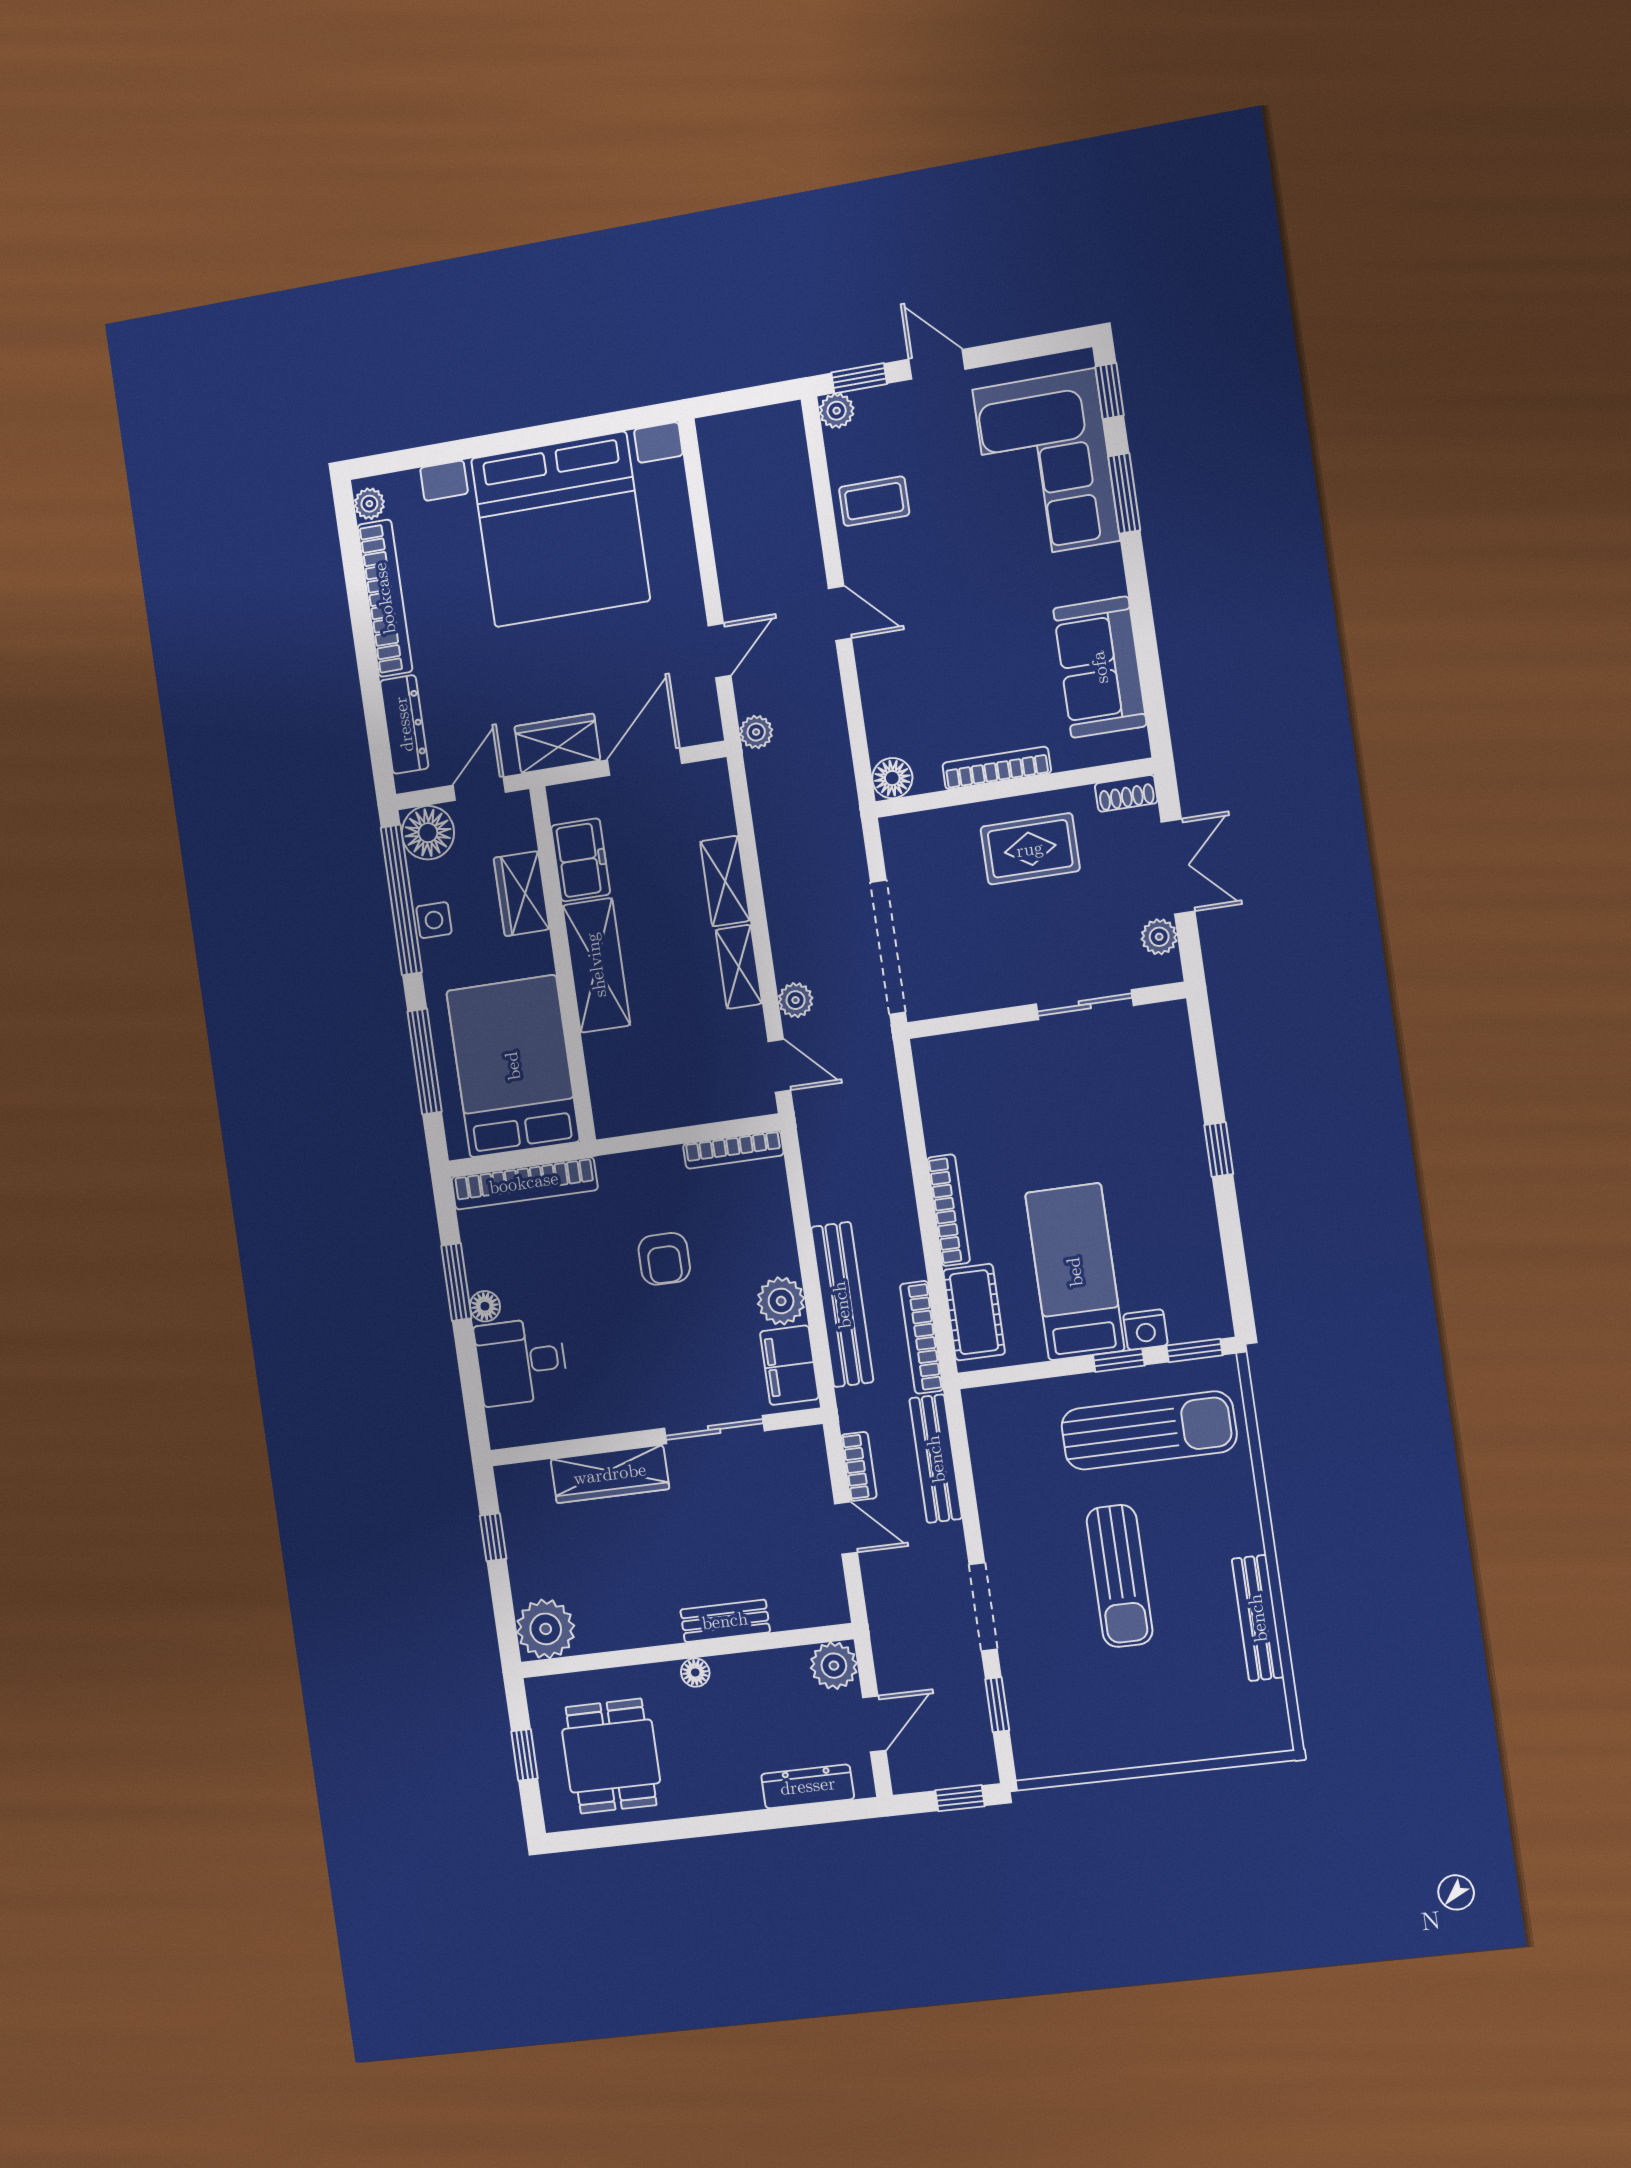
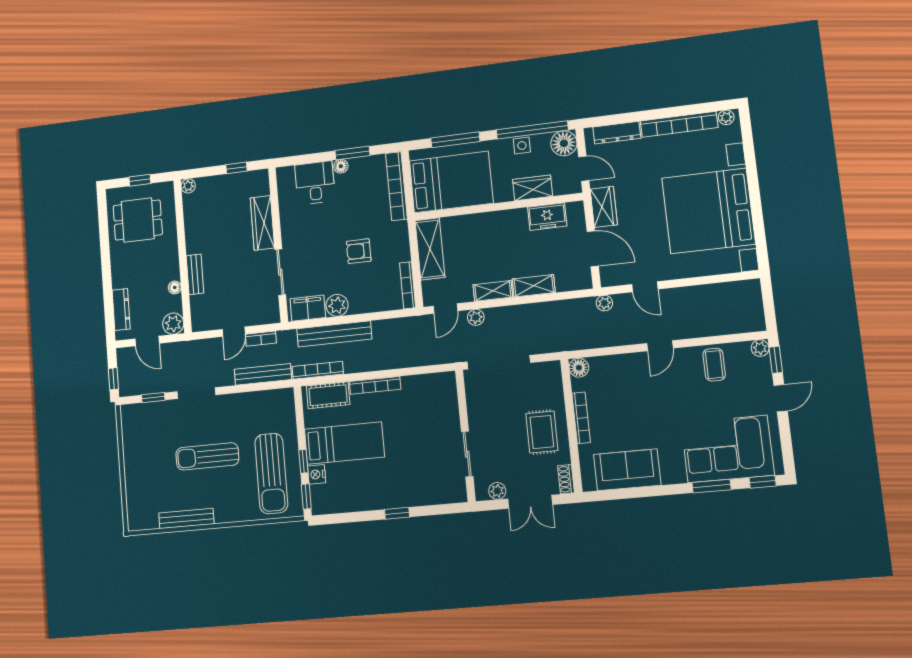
shelving: (596, 965) -> (430, 249), moved, turned 90
plant: (546, 1629) -> (188, 186), width x0.53, depth x0.53
floor lamp: (695, 1672) -> (175, 287), moved

